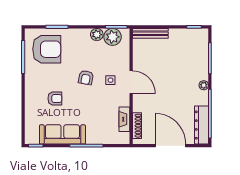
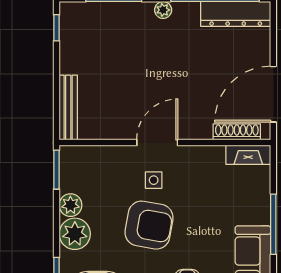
plant: (113, 37) -> (75, 234), moved
armchair: (86, 78) -> (149, 225), width x1.88, depth x1.88
fireplace: (124, 119) -> (248, 155), moved
door: (170, 146) -> (273, 94), moved

